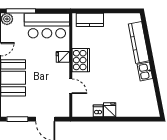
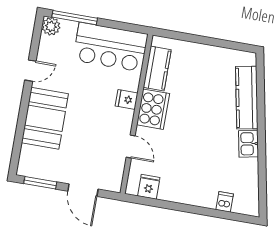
kitchen counter: (90, 20) -> (157, 68), moved, turned -90
fridge: (110, 110) -> (149, 187), moved
dishwasher: (98, 111) -> (225, 202), moved

